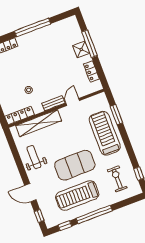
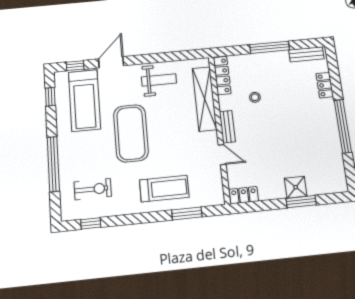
window: (89, 44) -> (301, 202), width x0.69
locker: (91, 71) -> (244, 195), moved
treadmill: (105, 133) -> (164, 189), width x0.73, depth x0.73
treadmill: (77, 196) -> (84, 100), moved, turned 180
window: (94, 215) -> (53, 164), moved

